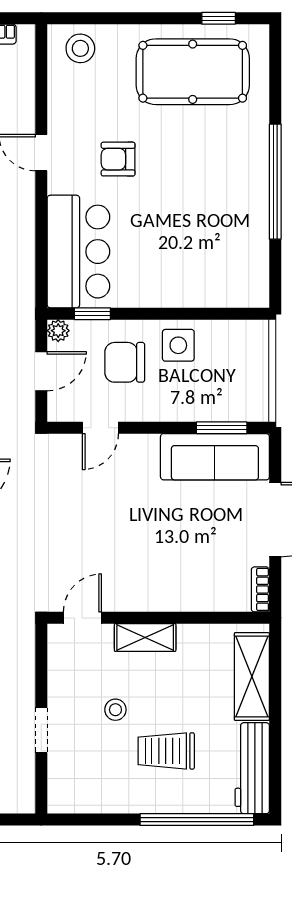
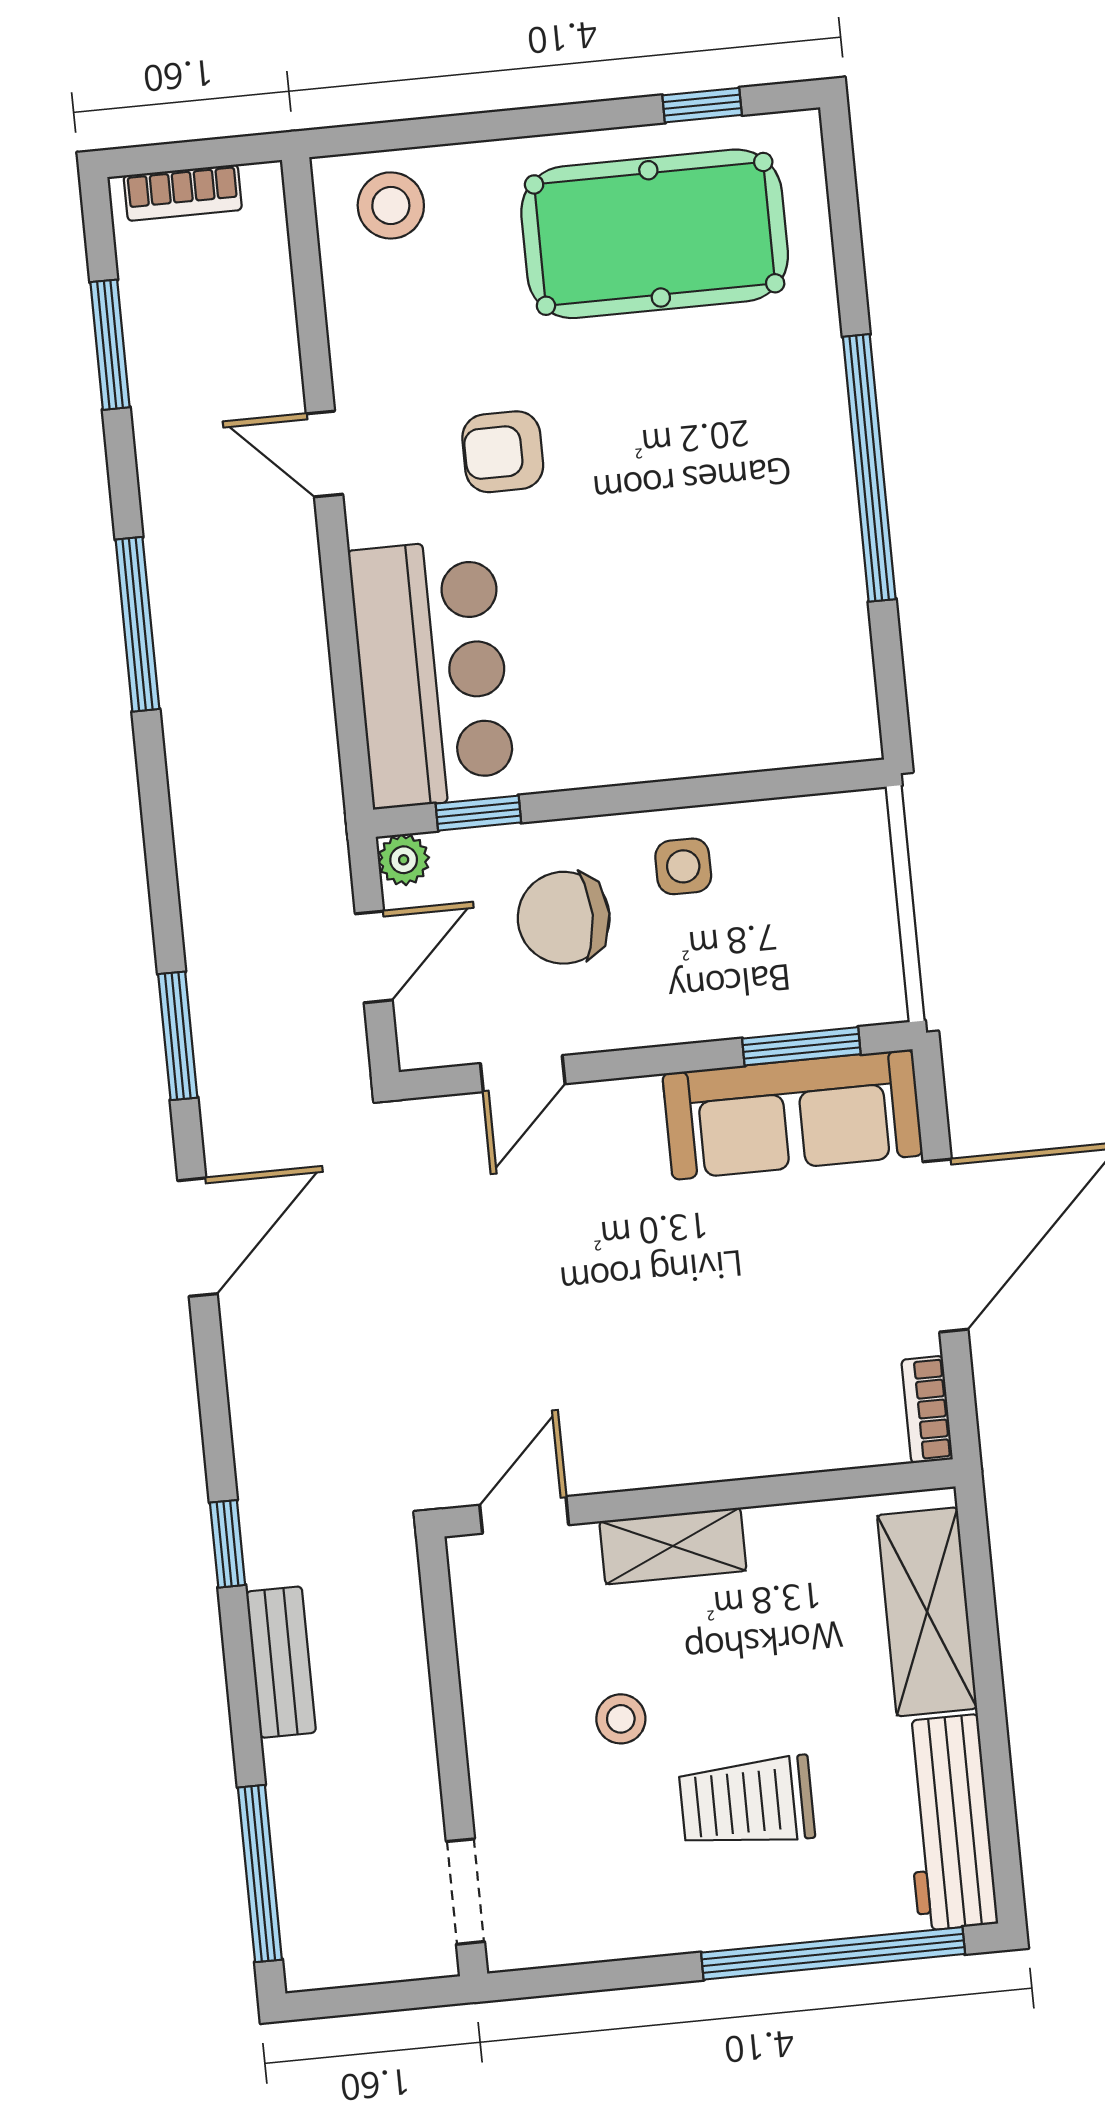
side table: (178, 345) -> (683, 866), width x0.73, depth x0.73
doorway: (41, 730) -> (465, 1892), moved

